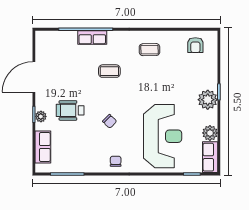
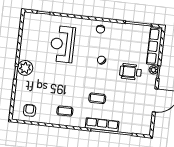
row of seats: (92, 38) -> (102, 125), width x1.48
wheelchair: (70, 110) -> (131, 72), turned 180
plant: (210, 133) -> (26, 42), removed
reception desk: (163, 136) -> (63, 44), width x0.74, depth x0.77
row of seats: (43, 147) -> (154, 46), width x1.48
row of seats: (210, 157) -> (28, 24), removed

